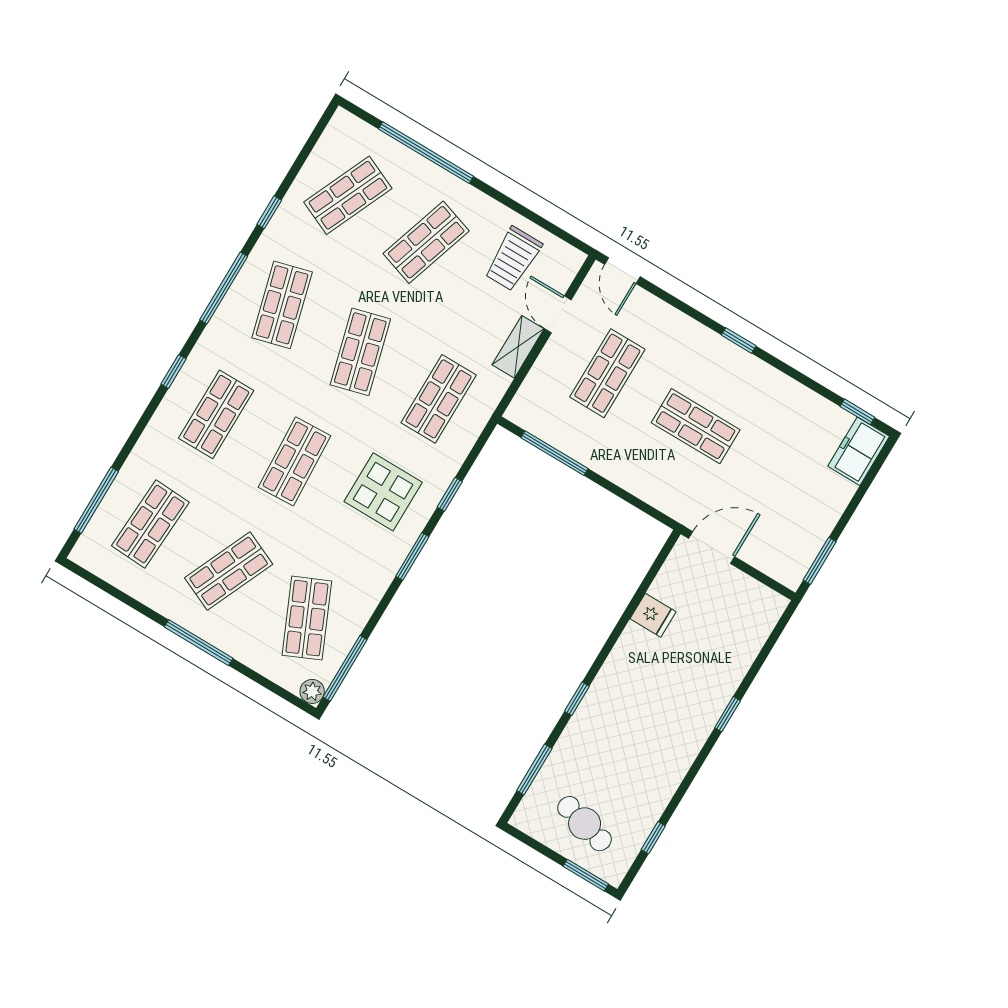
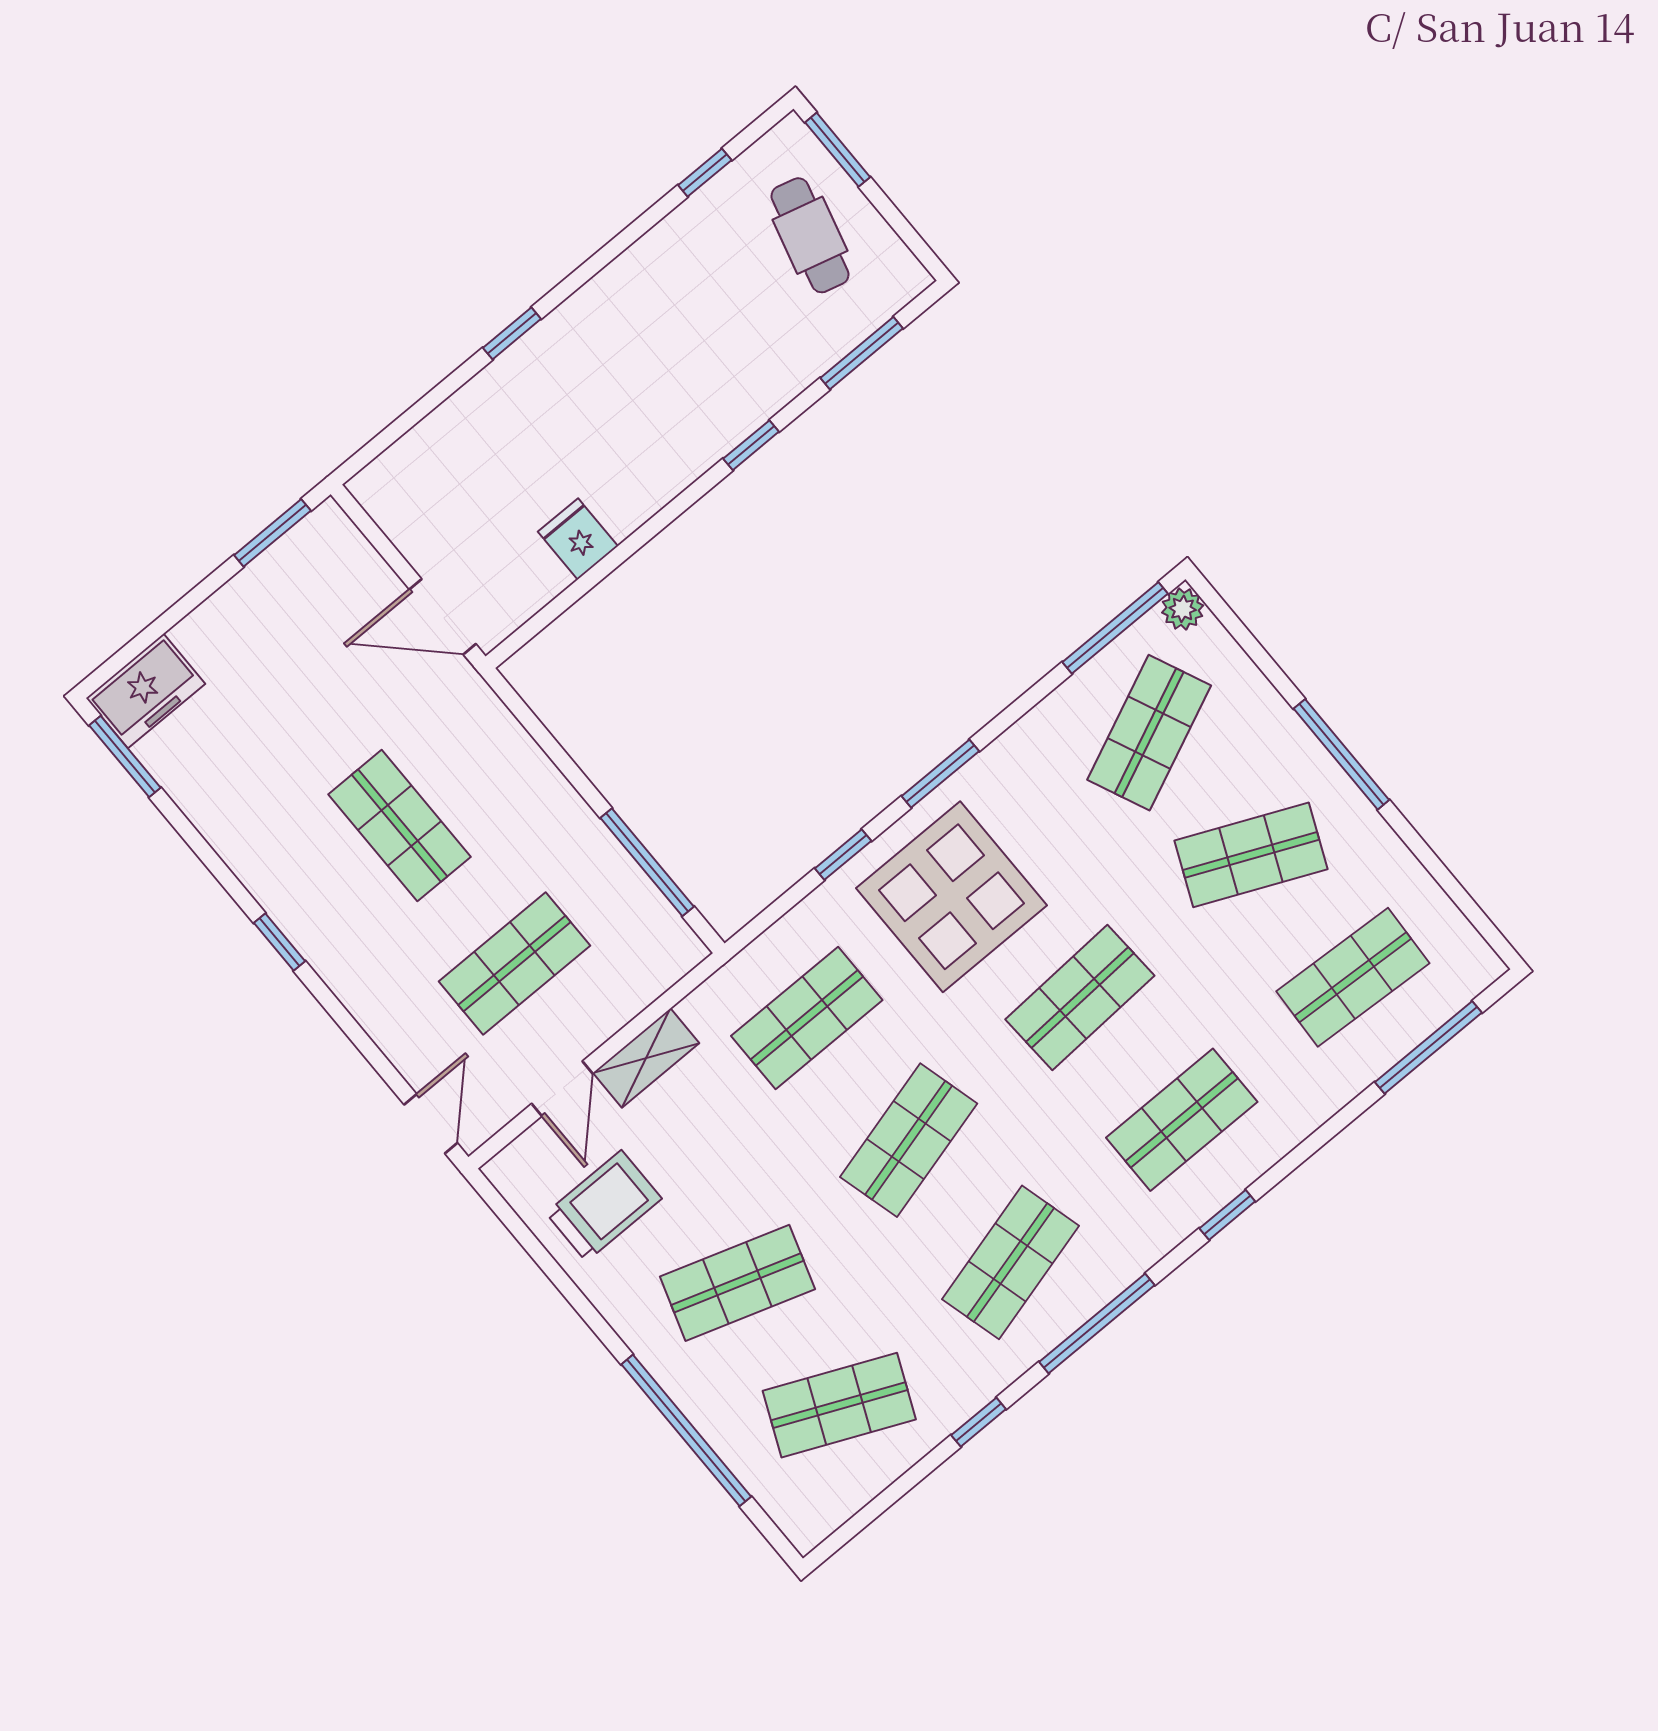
window: (857, 412) -> (125, 757), width x1.50
display table: (383, 492) -> (951, 897), width x1.36, depth x1.36

